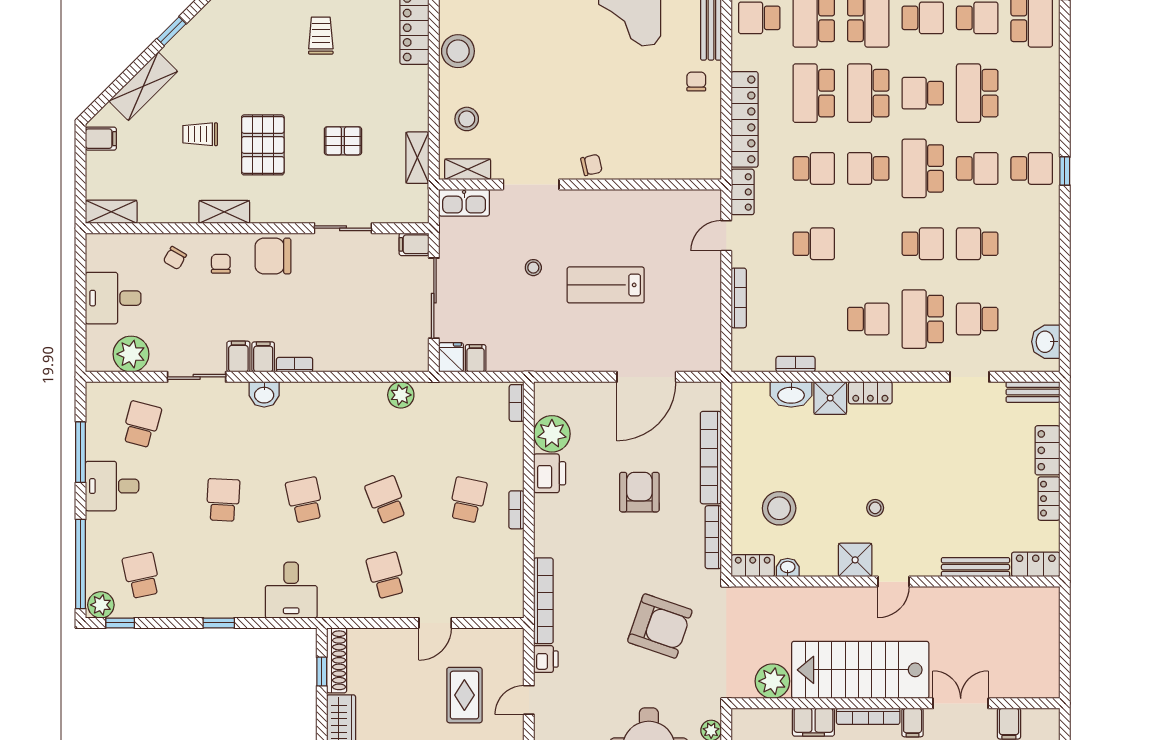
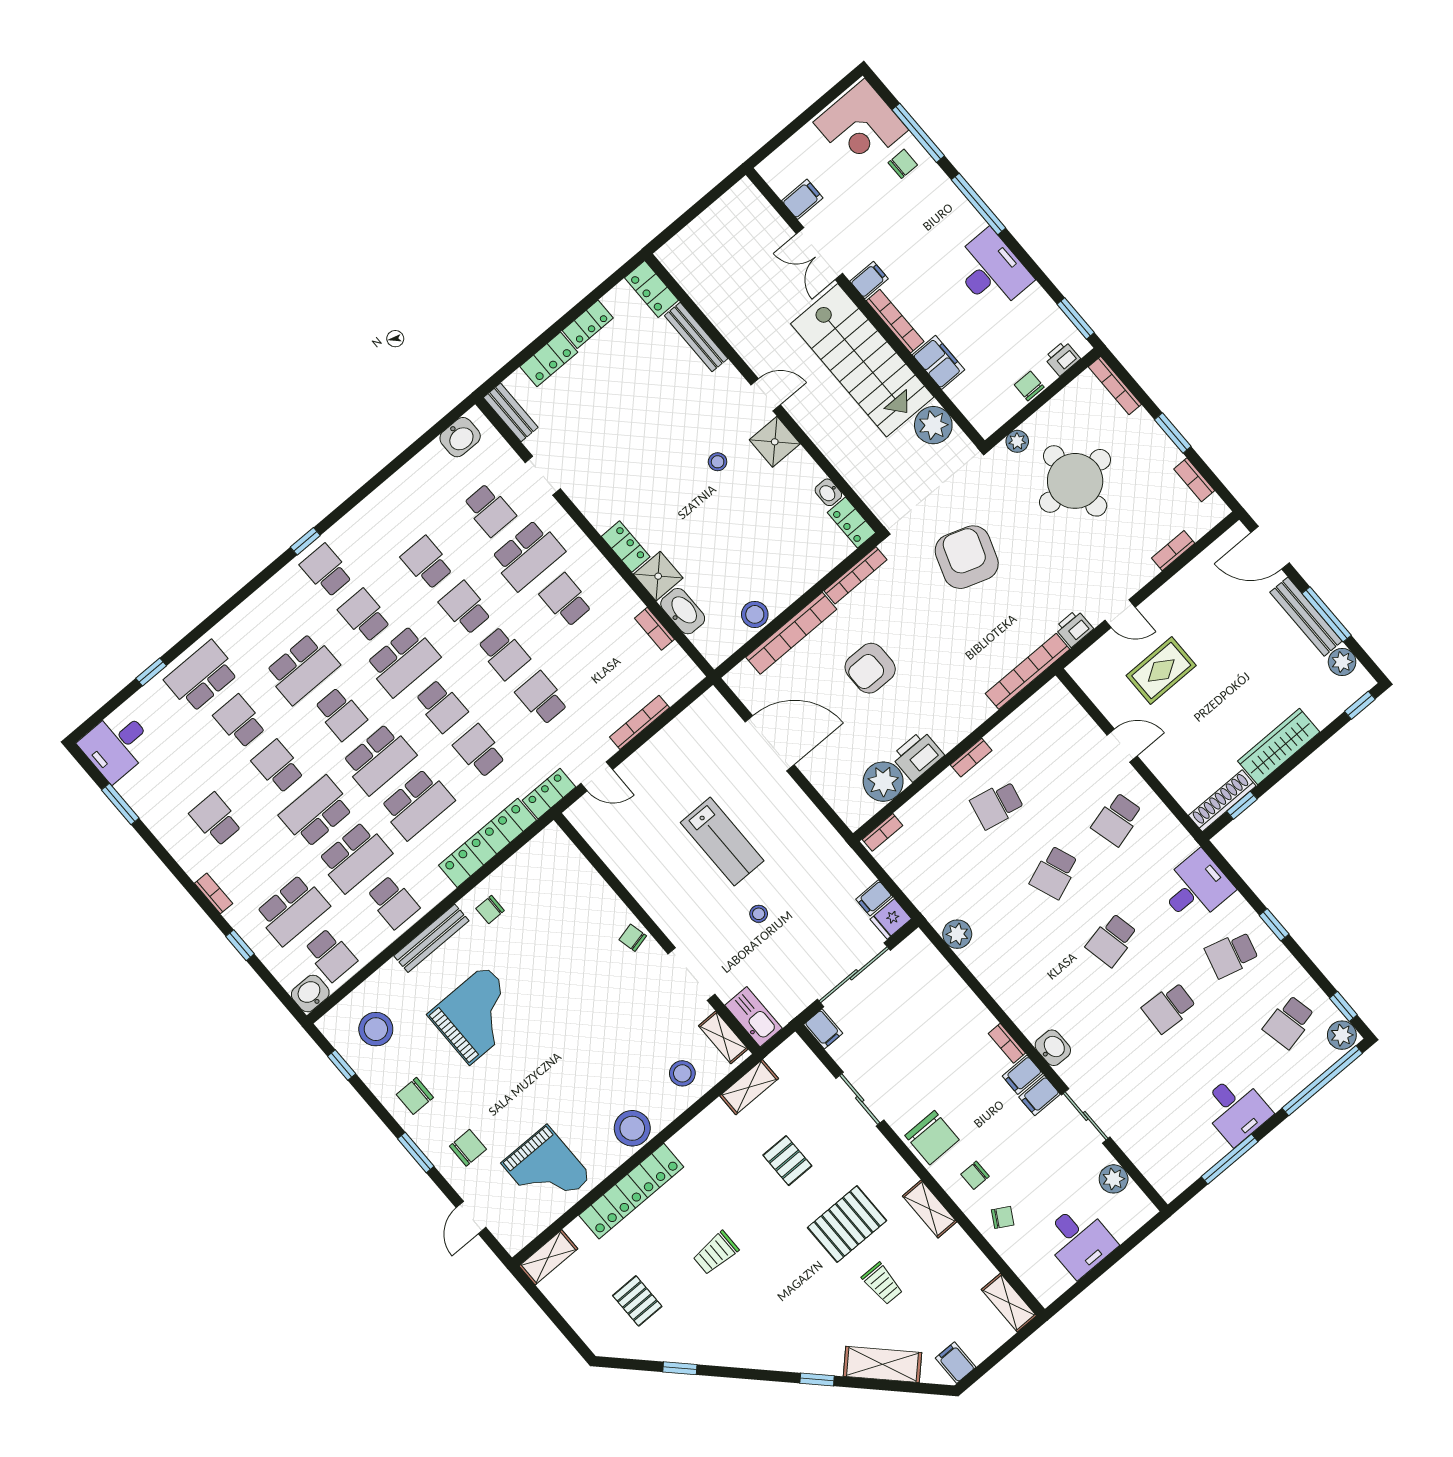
school desk: (868, 244) -> (504, 653), added
school desk: (977, 244) -> (427, 563), turned 180
plant: (131, 354) -> (1114, 1179), width x0.73, depth x0.73
school desk: (142, 424) -> (1232, 954), moved
stool: (779, 508) -> (755, 614), moved, width x0.73, depth x0.73

